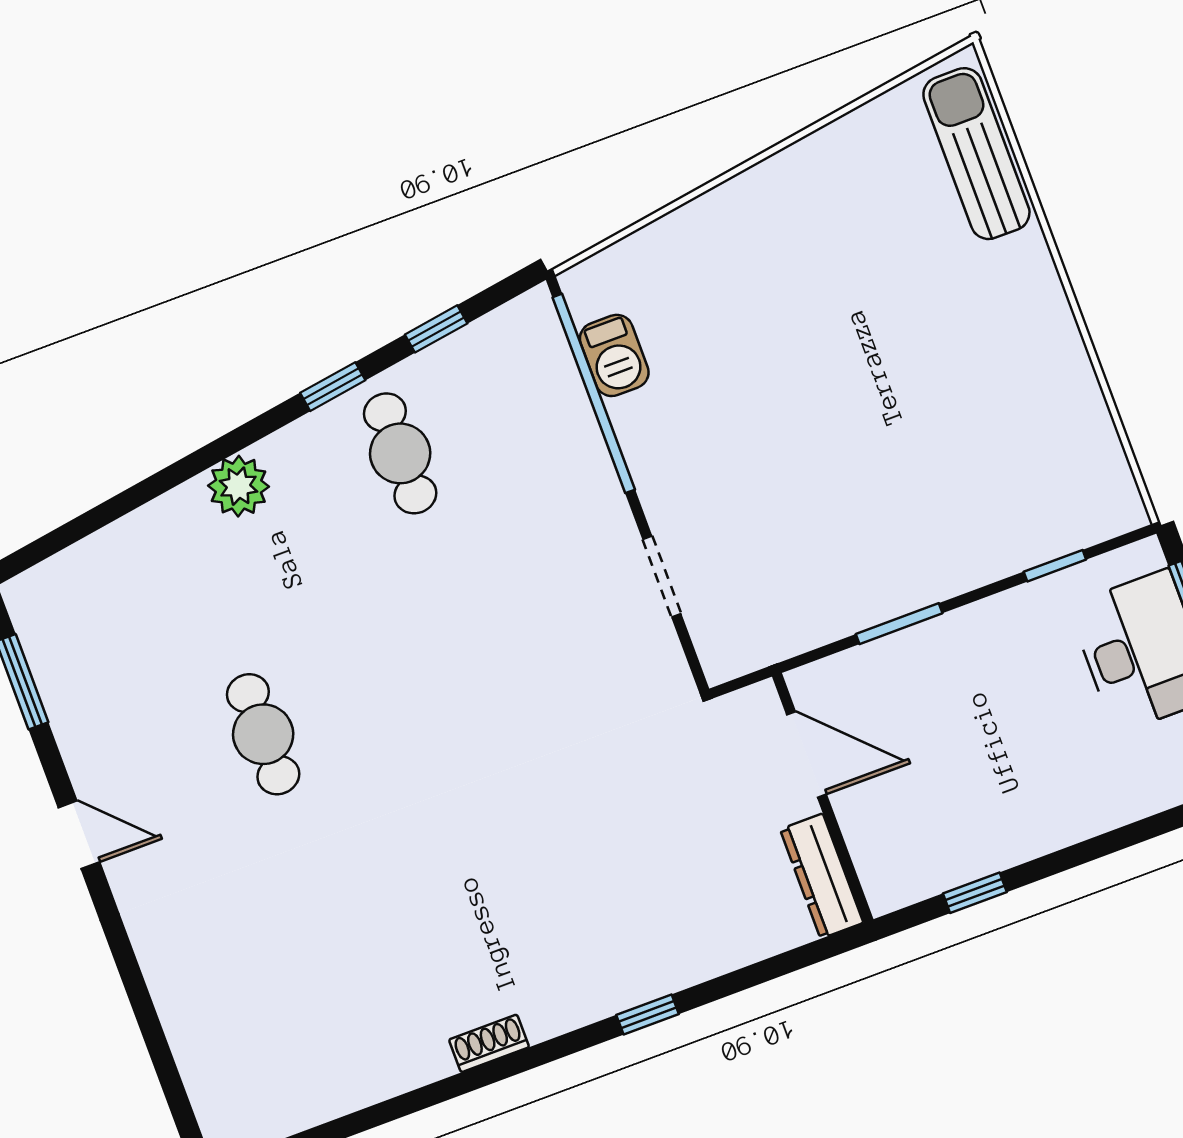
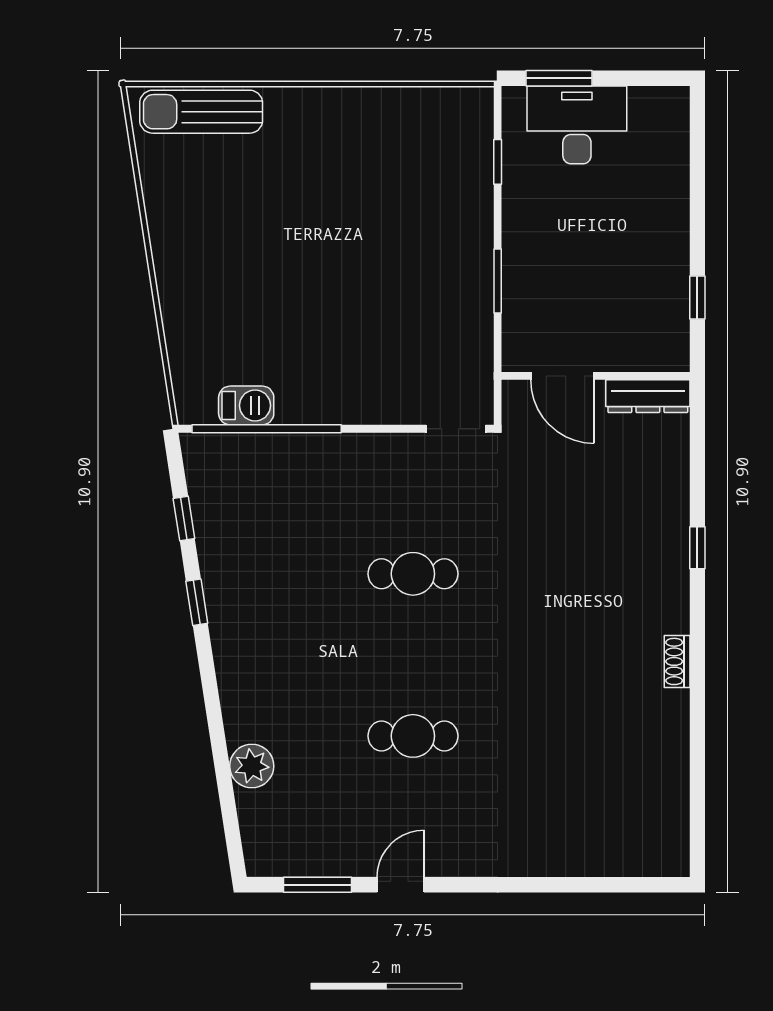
cafe table: (400, 453) -> (413, 574), moved
plant: (239, 486) -> (252, 766), moved
doorway: (662, 577) -> (456, 429), moved
door: (807, 754) -> (562, 376), swing flipped
door: (79, 835) -> (401, 885), moved

